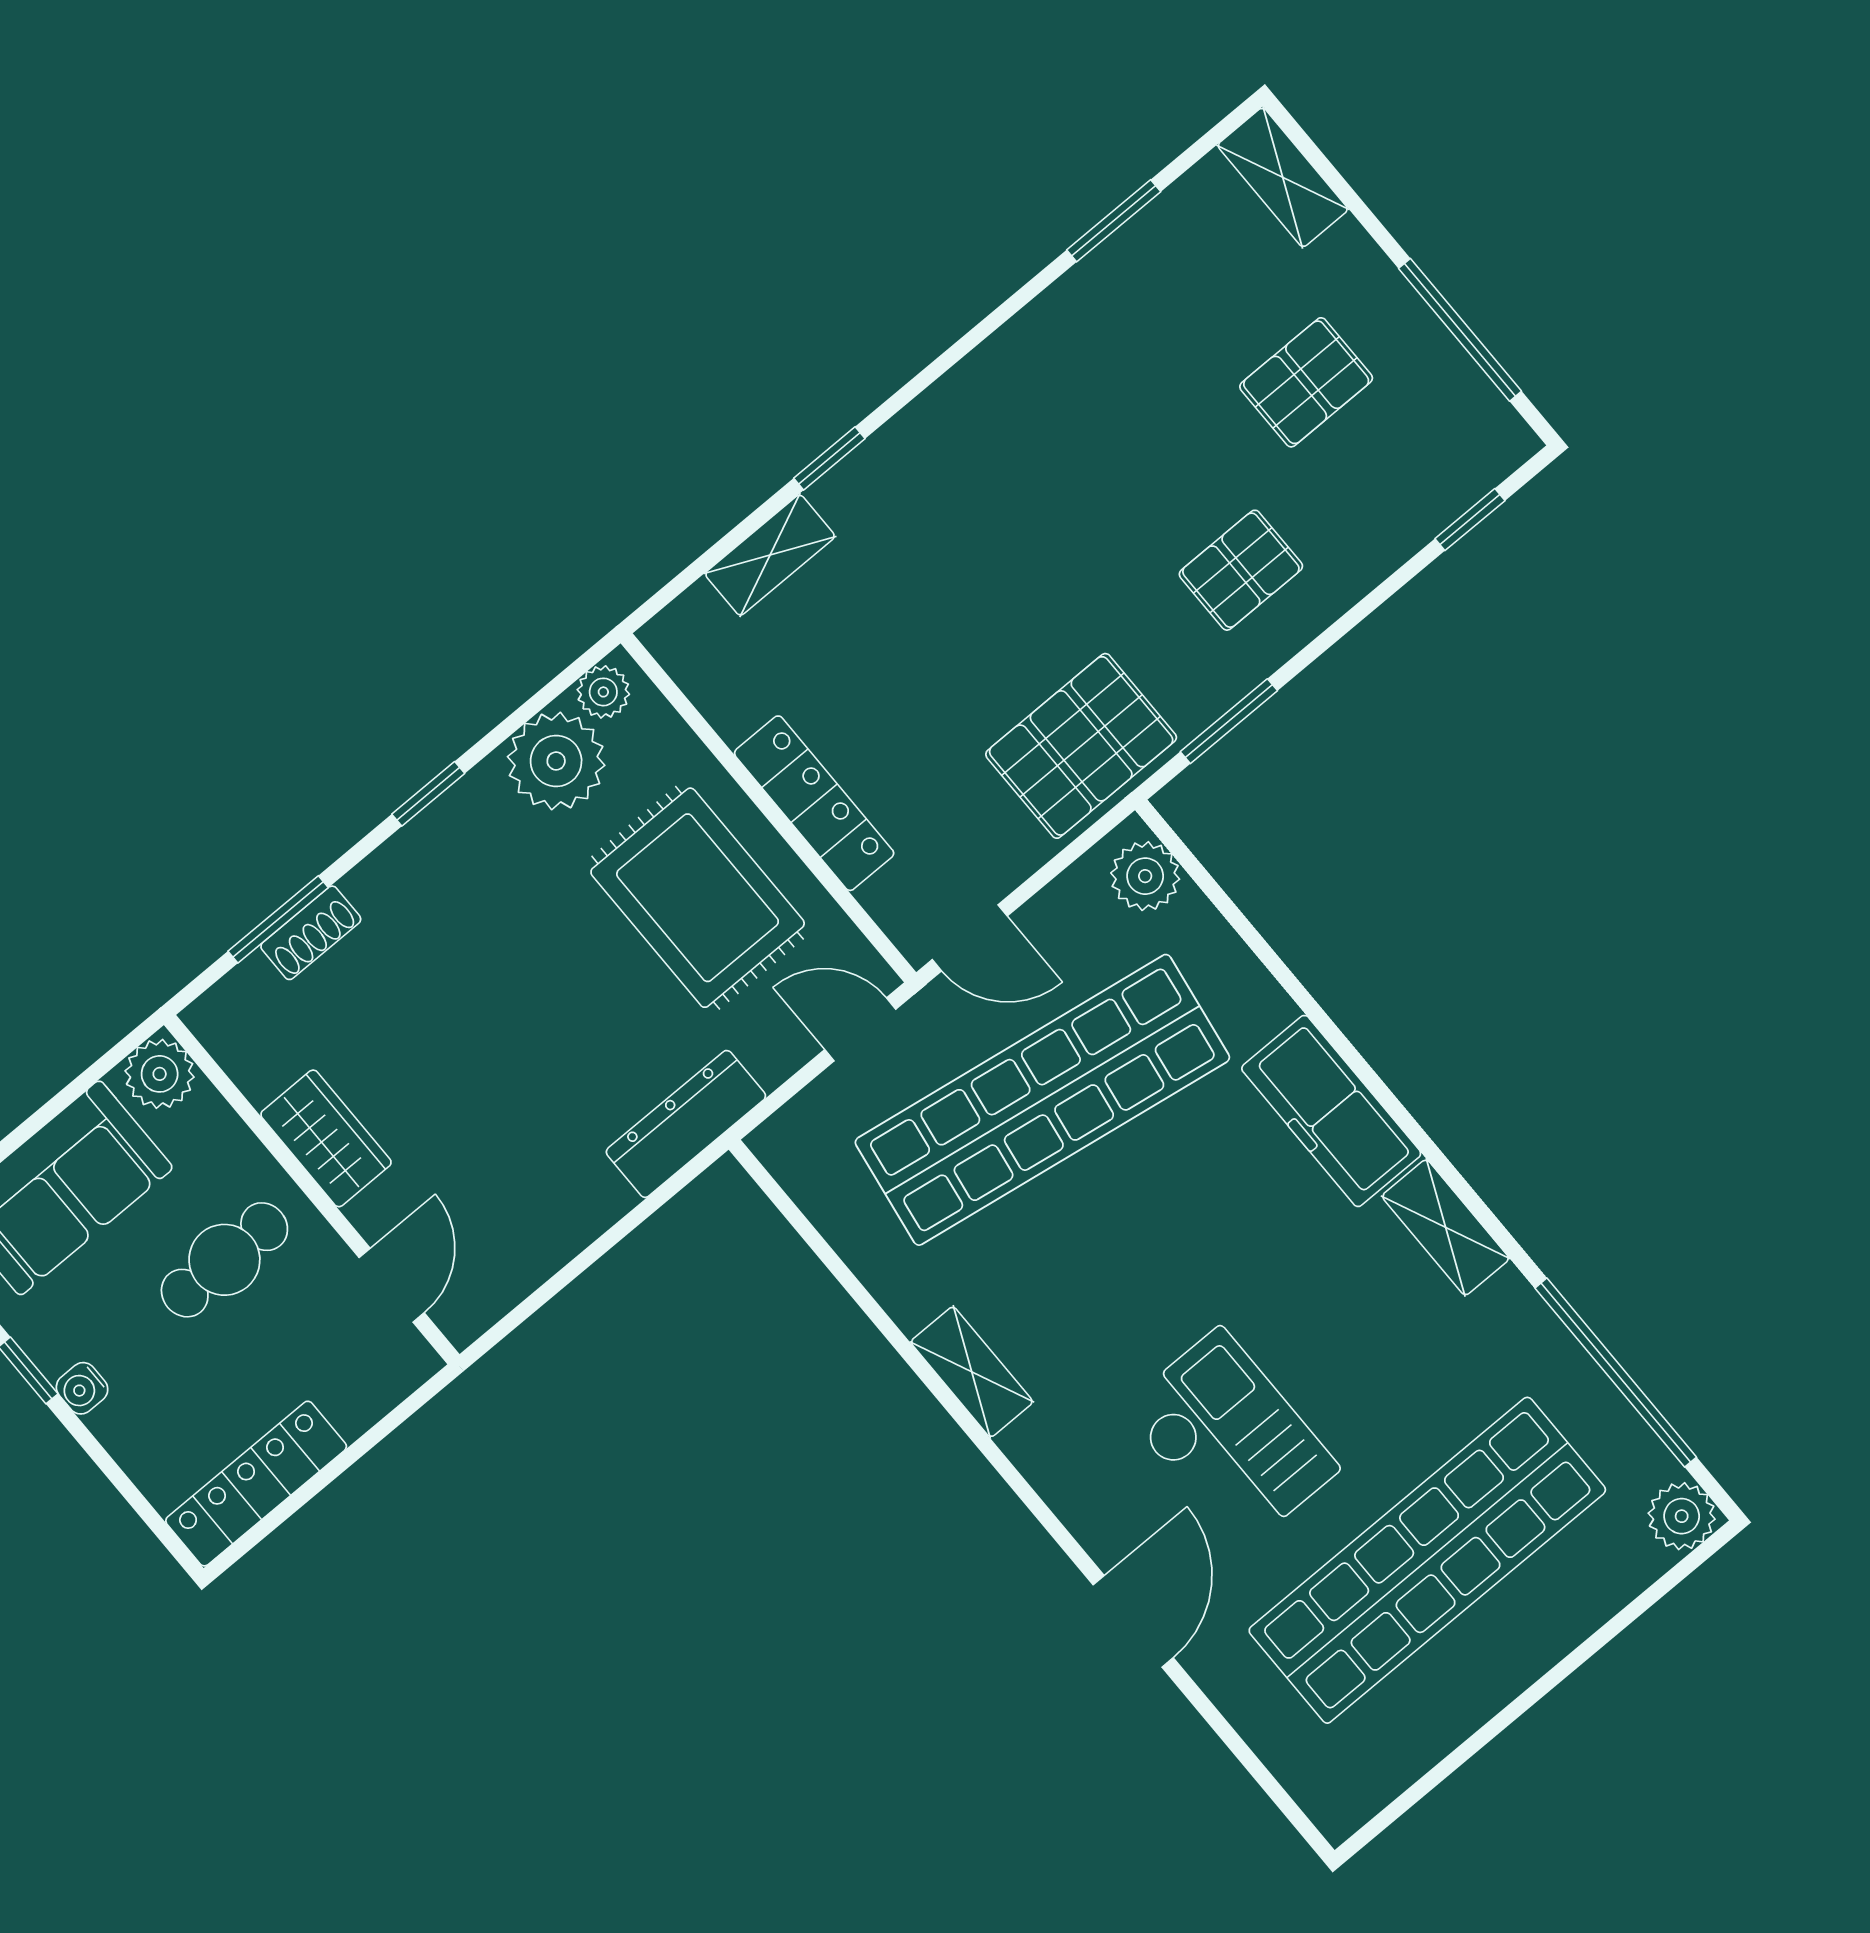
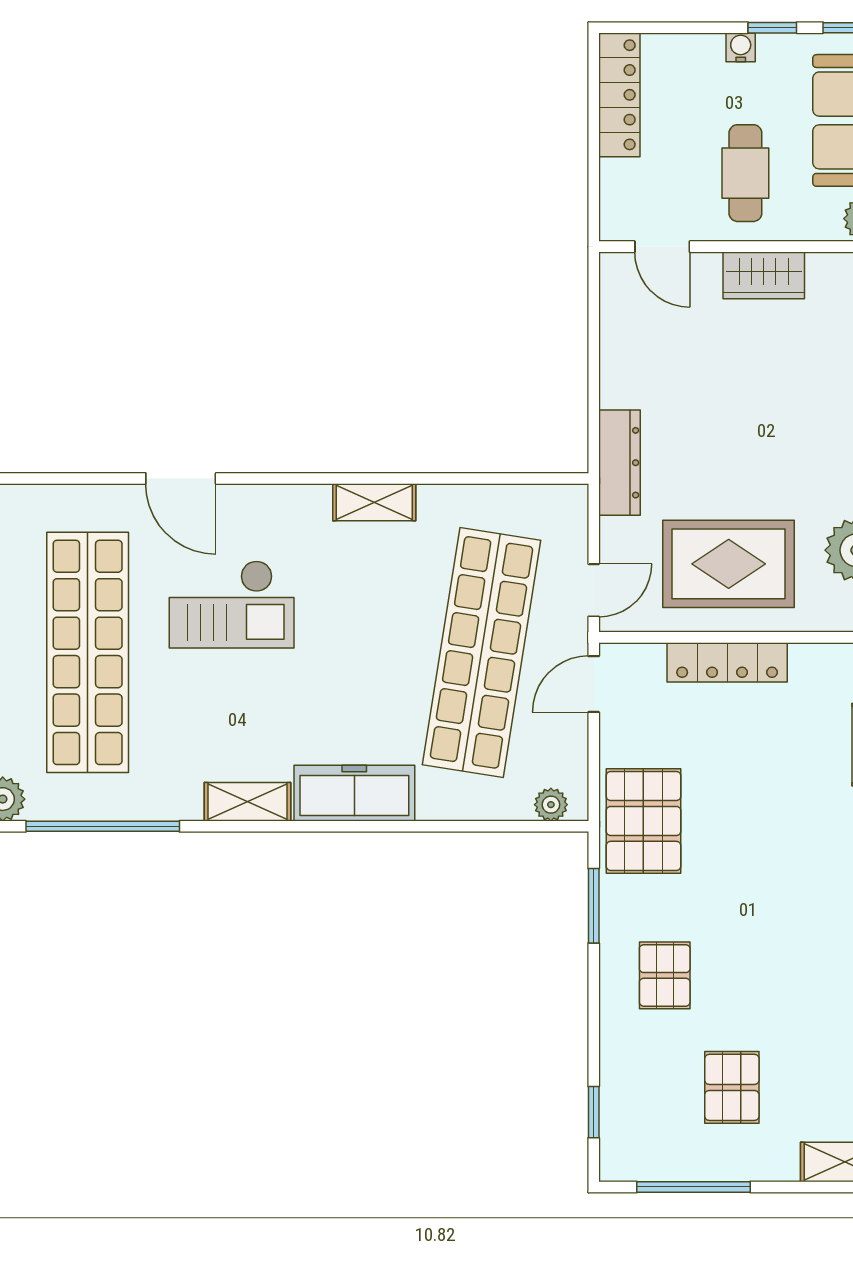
plant: (1145, 876) -> (551, 805), width x0.73, depth x0.73

